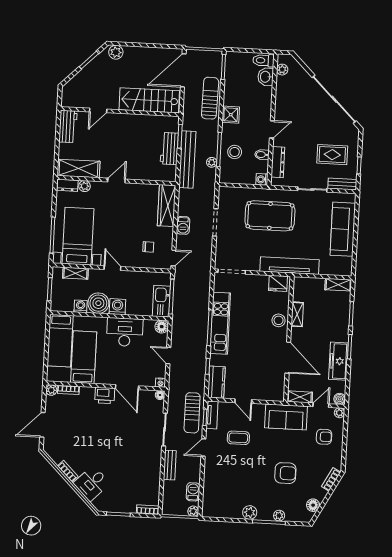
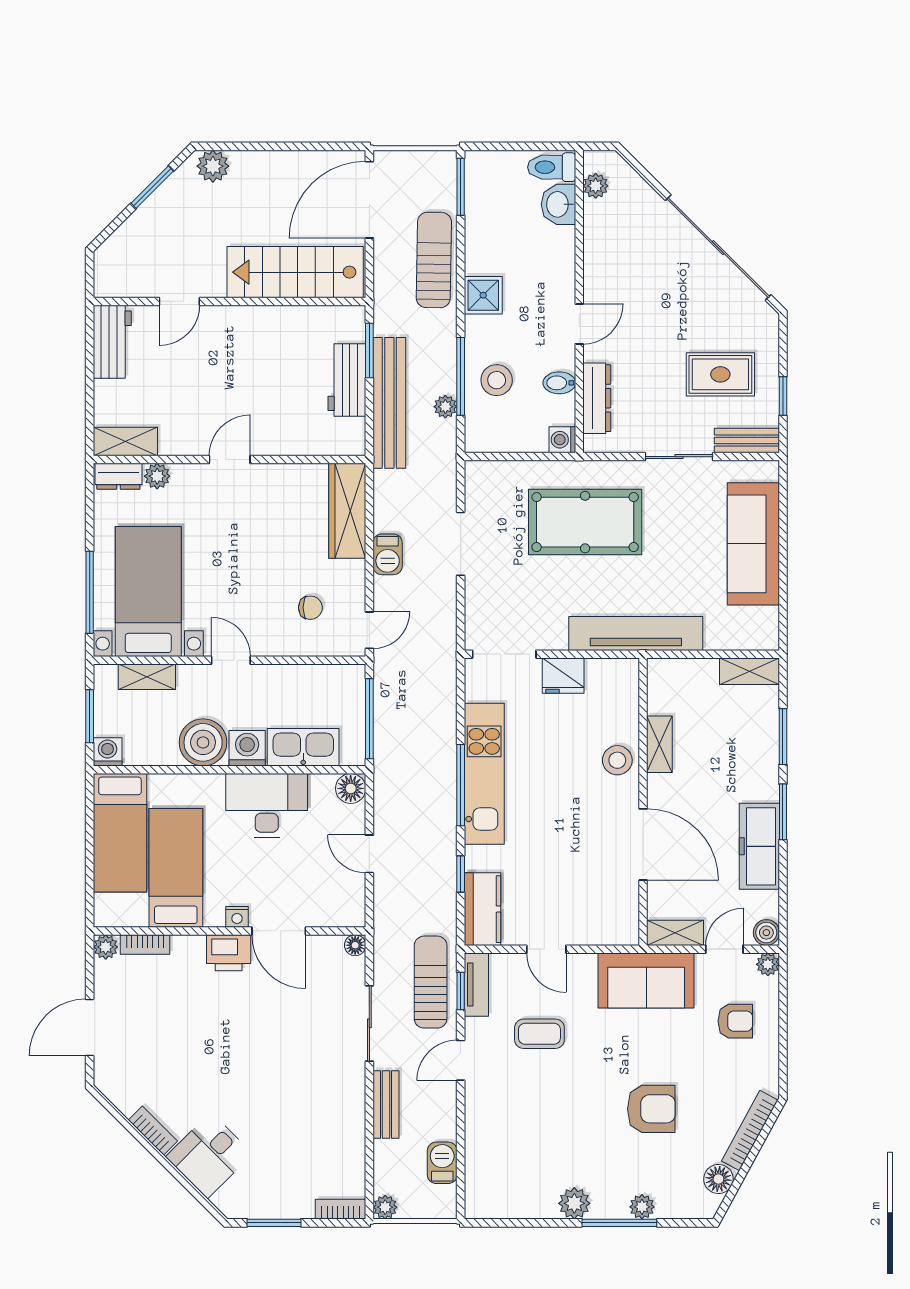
shelving: (78, 169) -> (125, 442), width x0.67, depth x0.75
fridge: (278, 283) -> (563, 676), moved
kitchen sink: (161, 301) -> (303, 747), moved, turned 90
washing machine: (81, 306) -> (108, 752), moved
nightstand: (160, 383) -> (237, 917), moved
sun lounger: (192, 413) -> (431, 982), turned 180
bookcase: (331, 479) -> (750, 1131), width x1.56
plant: (193, 511) -> (385, 1207), moved

